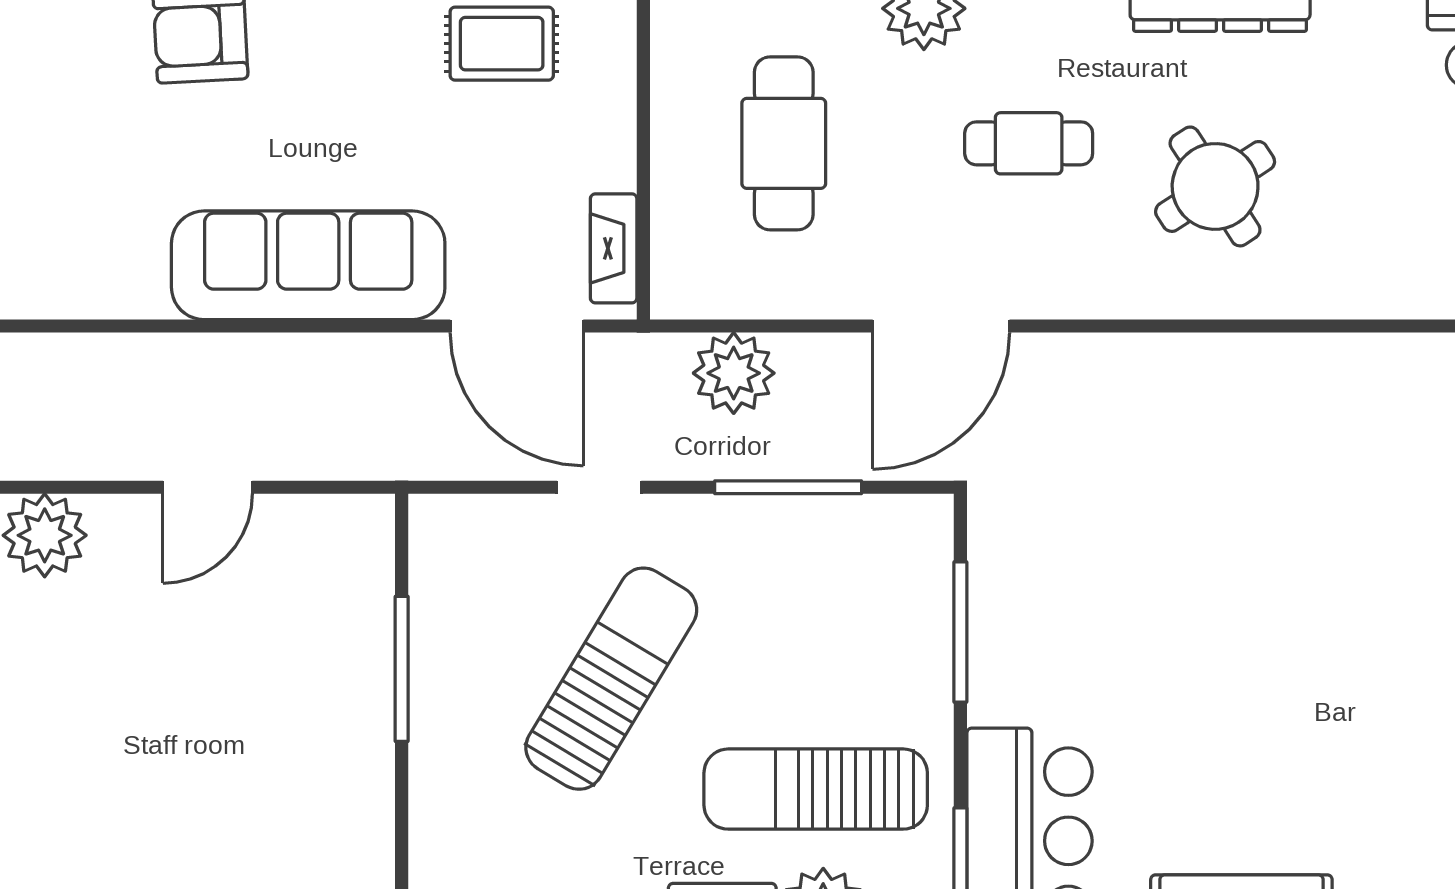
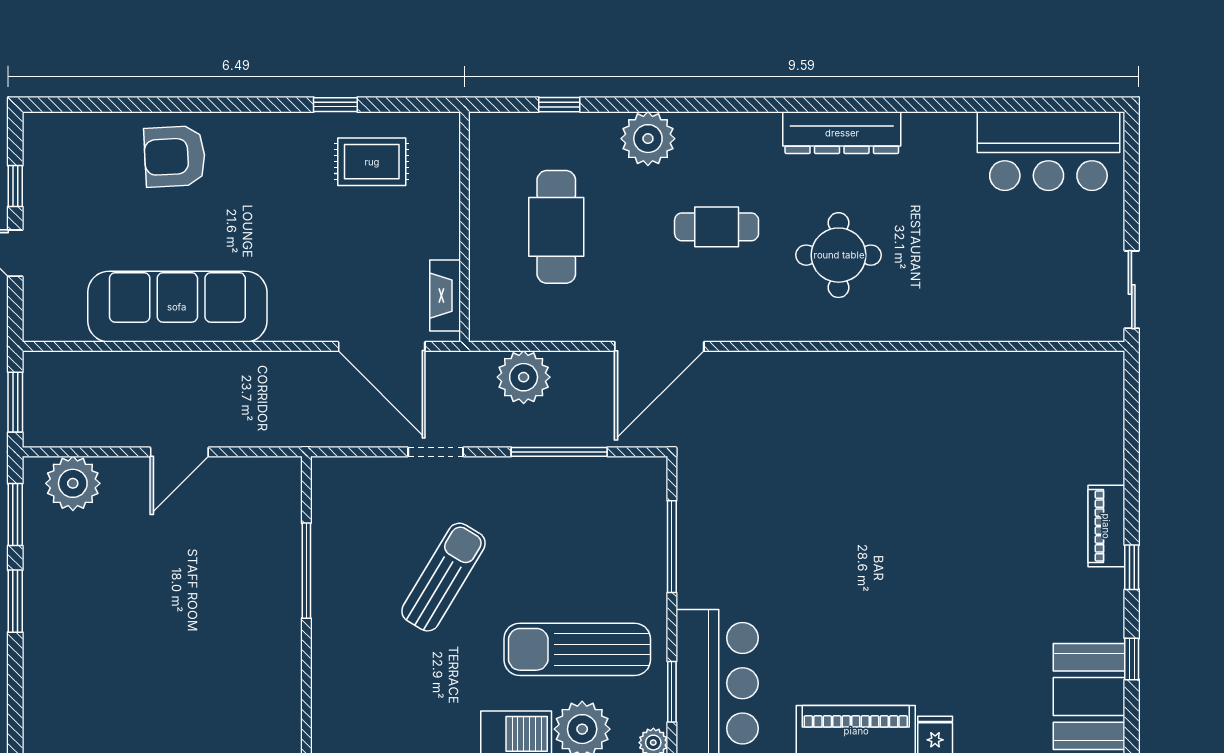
round table: (1215, 186) -> (839, 255), turned 33
sofa: (308, 265) -> (177, 307), moved
sun lounger: (611, 679) -> (443, 577), width x0.73, depth x0.75

